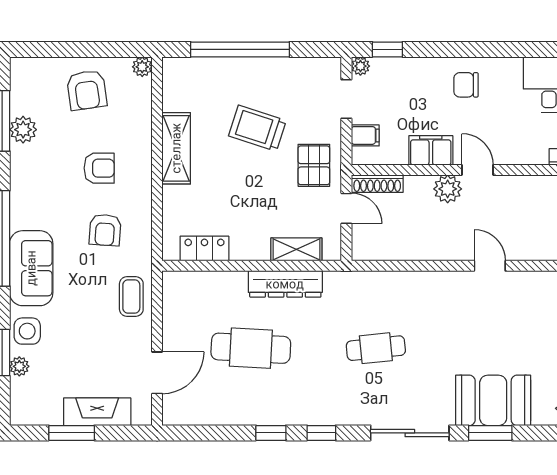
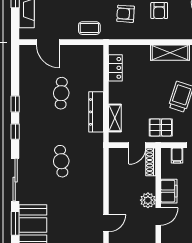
cafe table: (251, 348) -> (61, 93), width x0.73, depth x0.74

